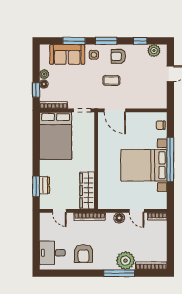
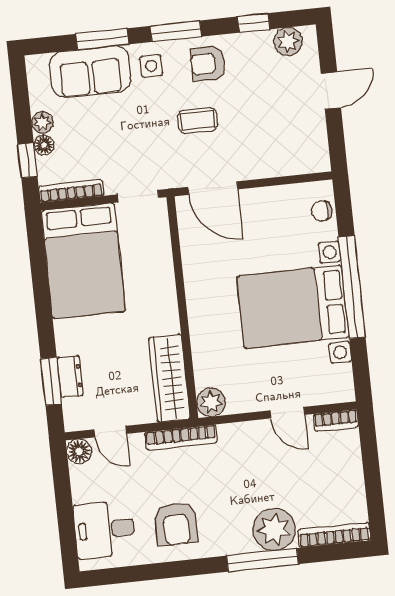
plant: (104, 203) -> (211, 402), added
floor lamp: (119, 218) -> (79, 451), moved

